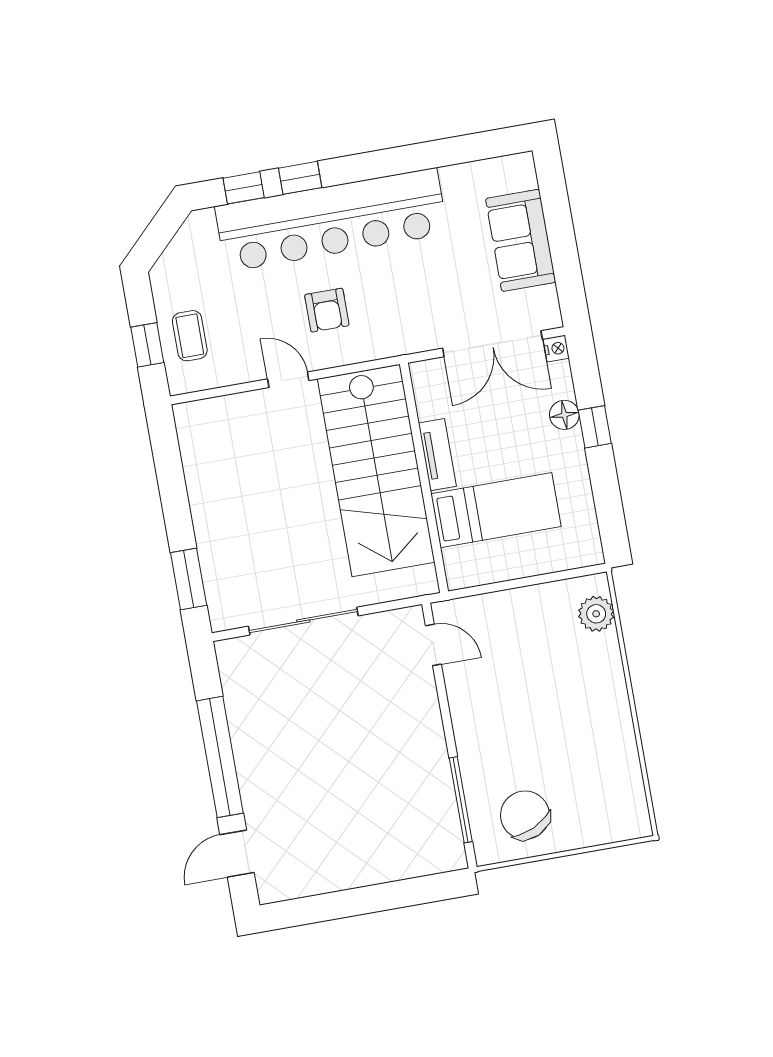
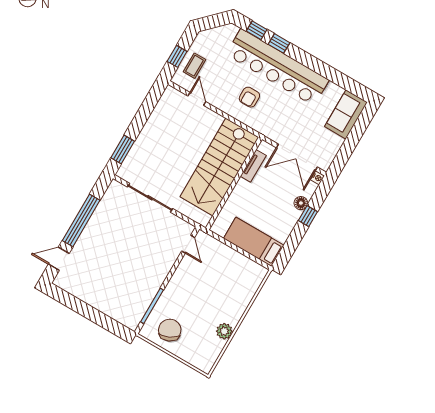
sofa: (521, 240) -> (346, 114), moved
door: (288, 380) -> (197, 99), moved
tv unit: (437, 455) -> (253, 166), moved
bed: (496, 510) -> (254, 242), moved, turned 180
plant: (596, 614) -> (224, 331), moved

